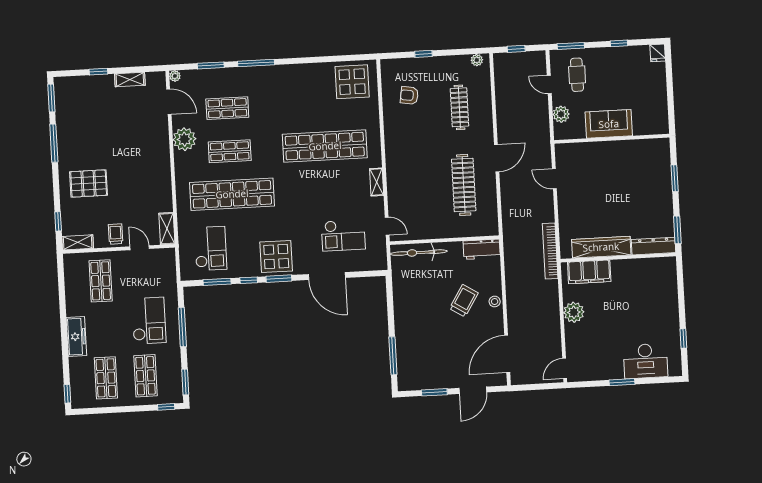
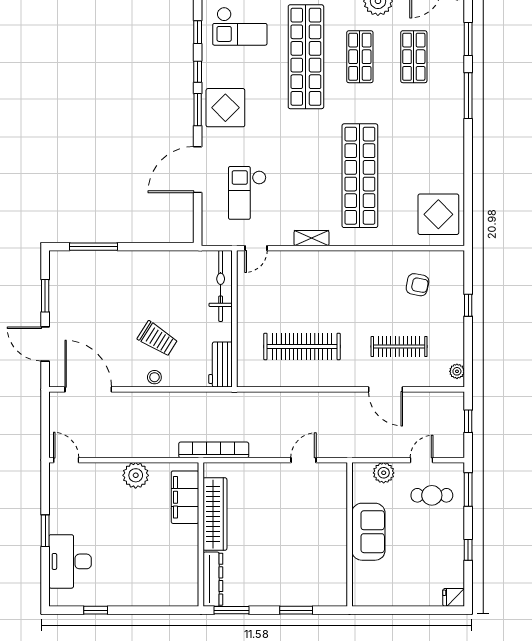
armchair: (409, 95) -> (417, 285), turned 92
door: (497, 158) -> (386, 389), moved
window: (217, 282) -> (198, 32), width x0.67

